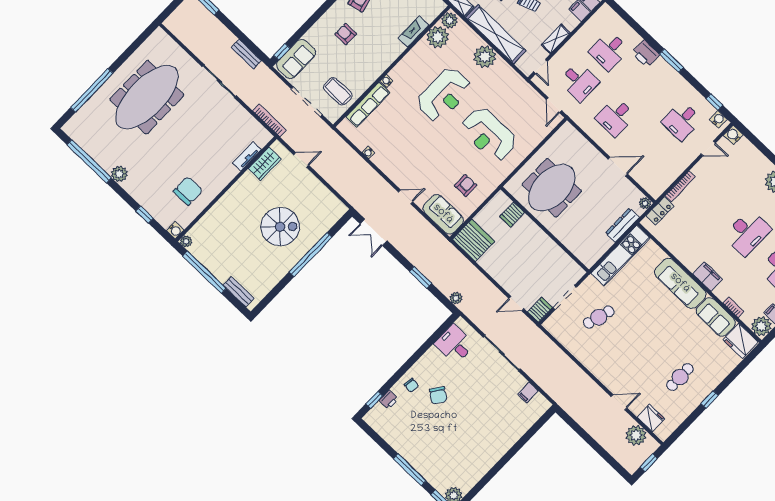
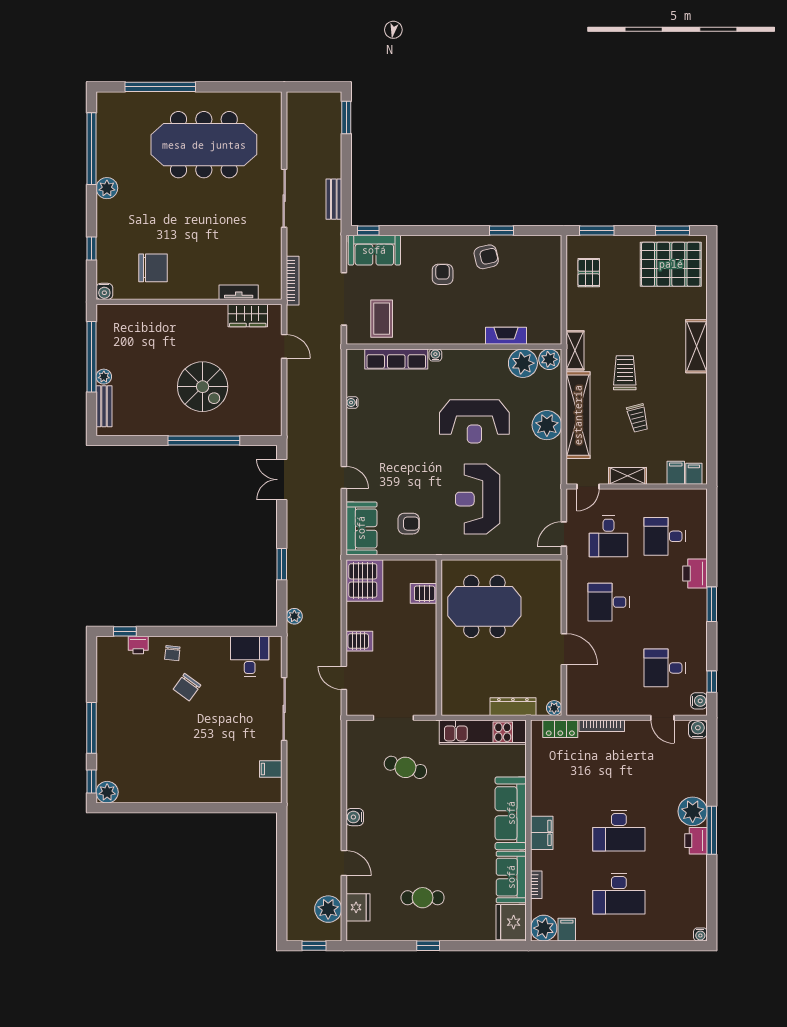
plant: (186, 241) -> (104, 377), moved
server rack: (540, 310) -> (359, 641), moved
water cooler: (599, 372) -> (355, 817), added

